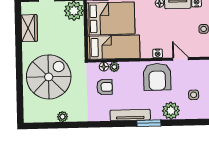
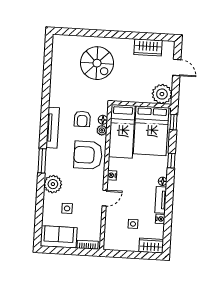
spiral stairs: (49, 77) -> (97, 63), width x0.73, depth x0.73
armchair: (157, 77) -> (88, 155), moved
tv unit: (130, 115) -> (53, 128), moved
plant: (62, 117) -> (56, 74), removed

